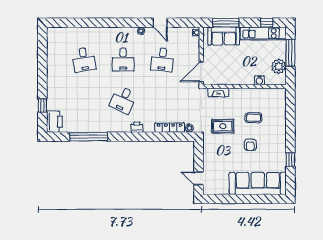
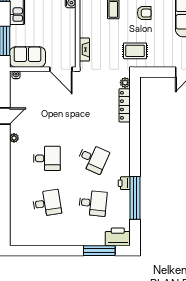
sofa: (224, 36) -> (27, 57), moved, turned -90
desk: (162, 60) -> (93, 203), moved
window: (42, 105) -> (99, 251), width x2.17
rug: (223, 126) -> (135, 51), moved, turned 90
printer: (137, 127) -> (124, 183), moved

